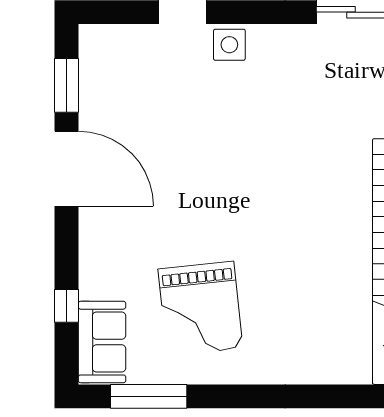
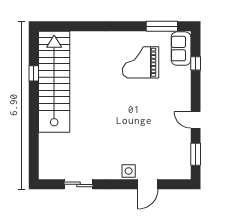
door: (66, 169) -> (196, 120), width x0.53
grand piano: (200, 309) -> (141, 62), turned -84

